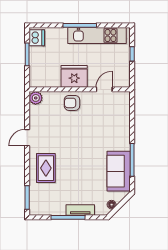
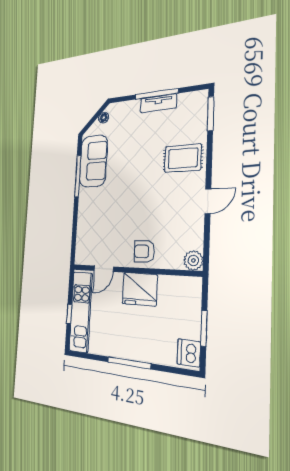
kitchen unit: (97, 35) -> (81, 312), moved, turned 90
armchair: (72, 103) -> (144, 251), turned 180
rug: (46, 168) -> (183, 158), turned 90
tv unit: (80, 210) -> (158, 103), moved

